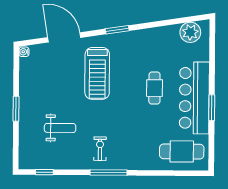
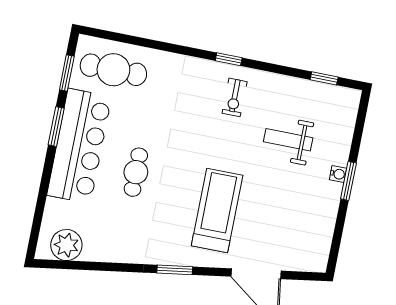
water cooler: (24, 52) -> (338, 174), moved
window: (211, 144) -> (67, 73), added
window: (109, 173) -> (229, 59), width x0.46

